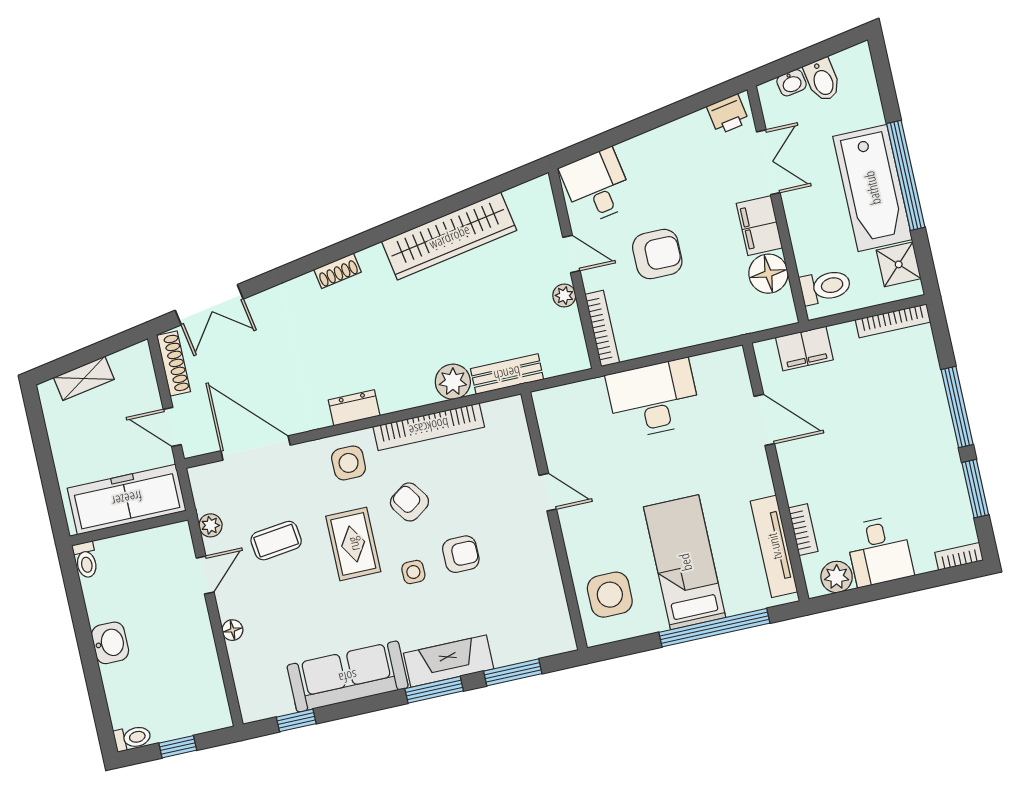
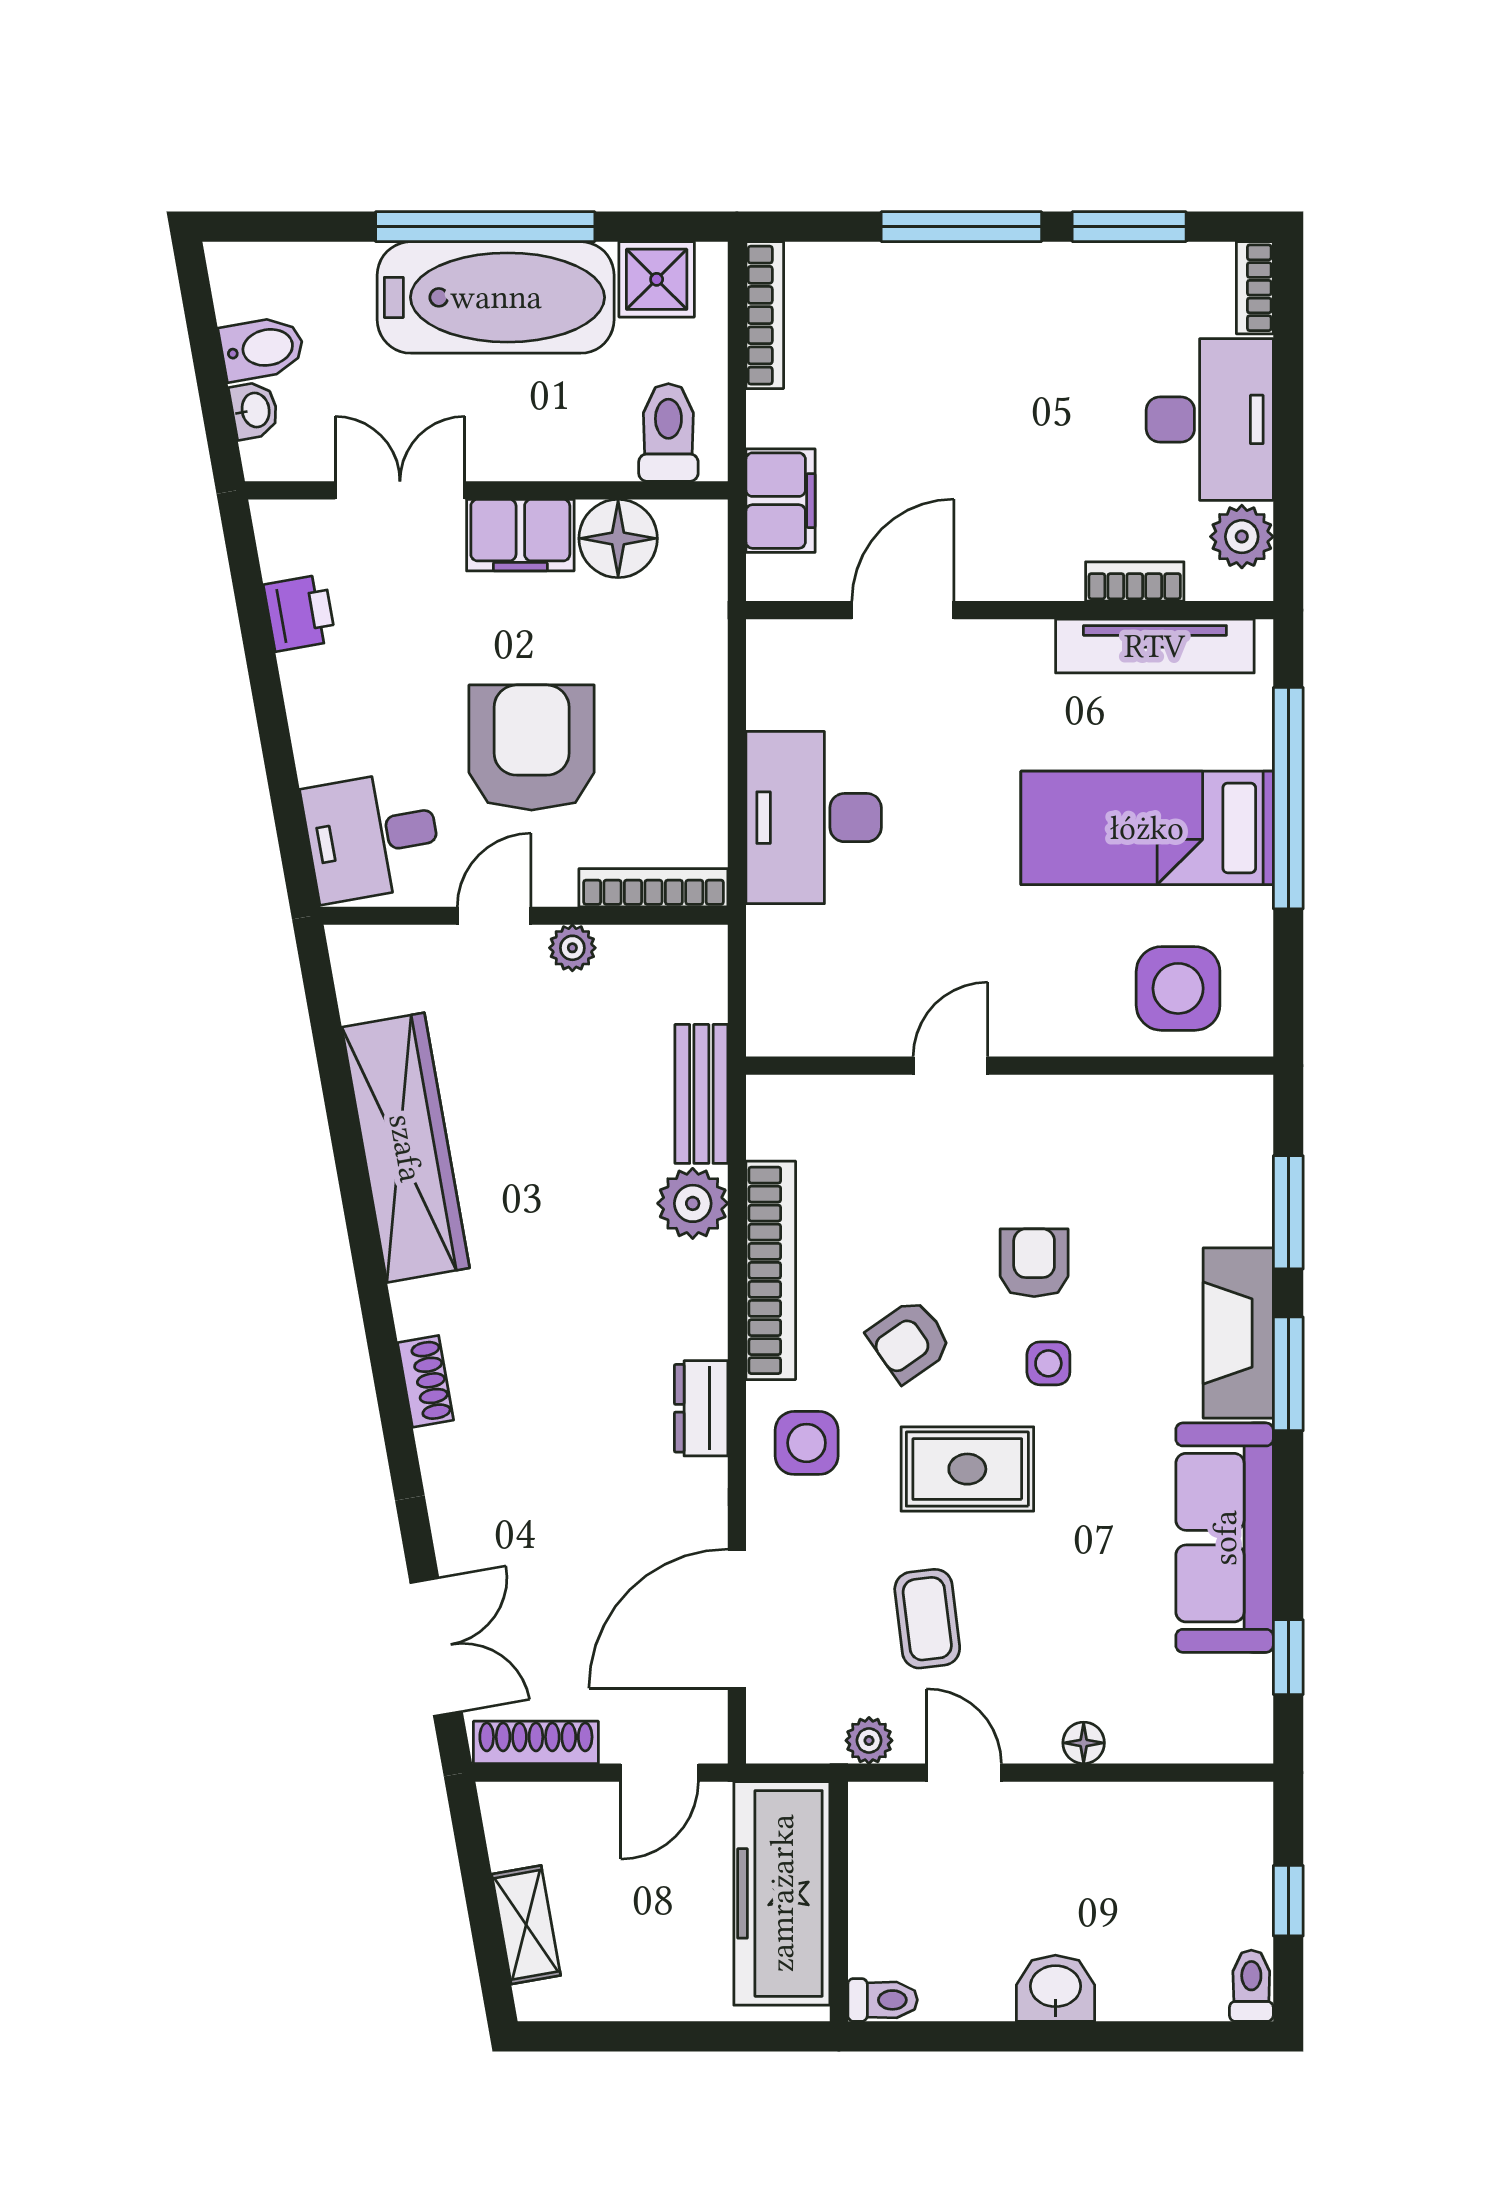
printer: (728, 114) -> (300, 613), moved
armchair: (657, 254) -> (532, 748), width x1.36, depth x1.36
desk: (879, 551) -> (1210, 419), width x1.37

